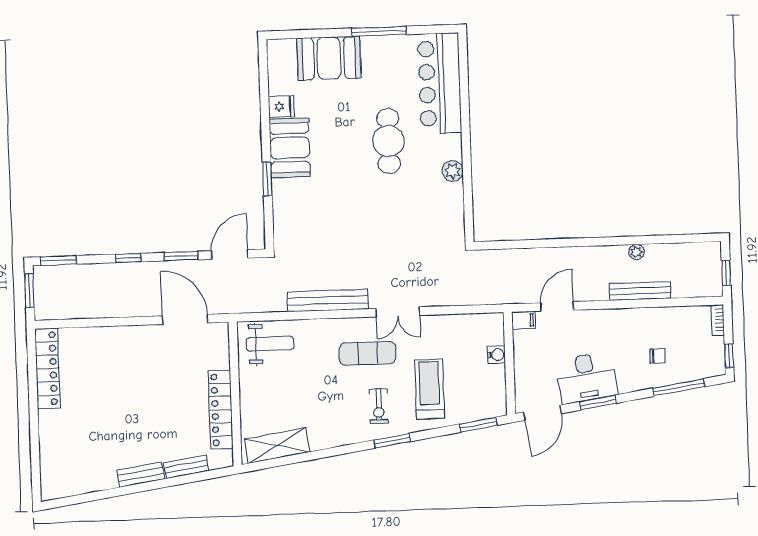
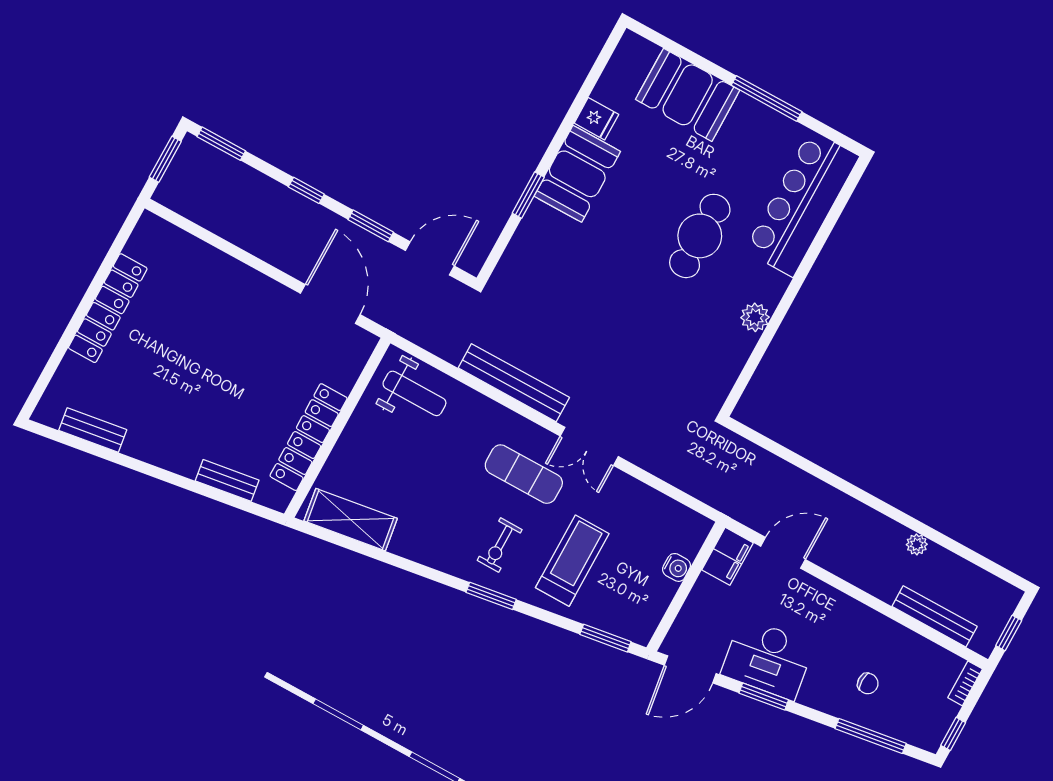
bench: (640, 291) -> (935, 616), moved
filing cabinet: (524, 320) -> (728, 556), width x2.00
locker: (48, 368) -> (108, 308), moved
bench: (141, 475) -> (93, 430), moved

